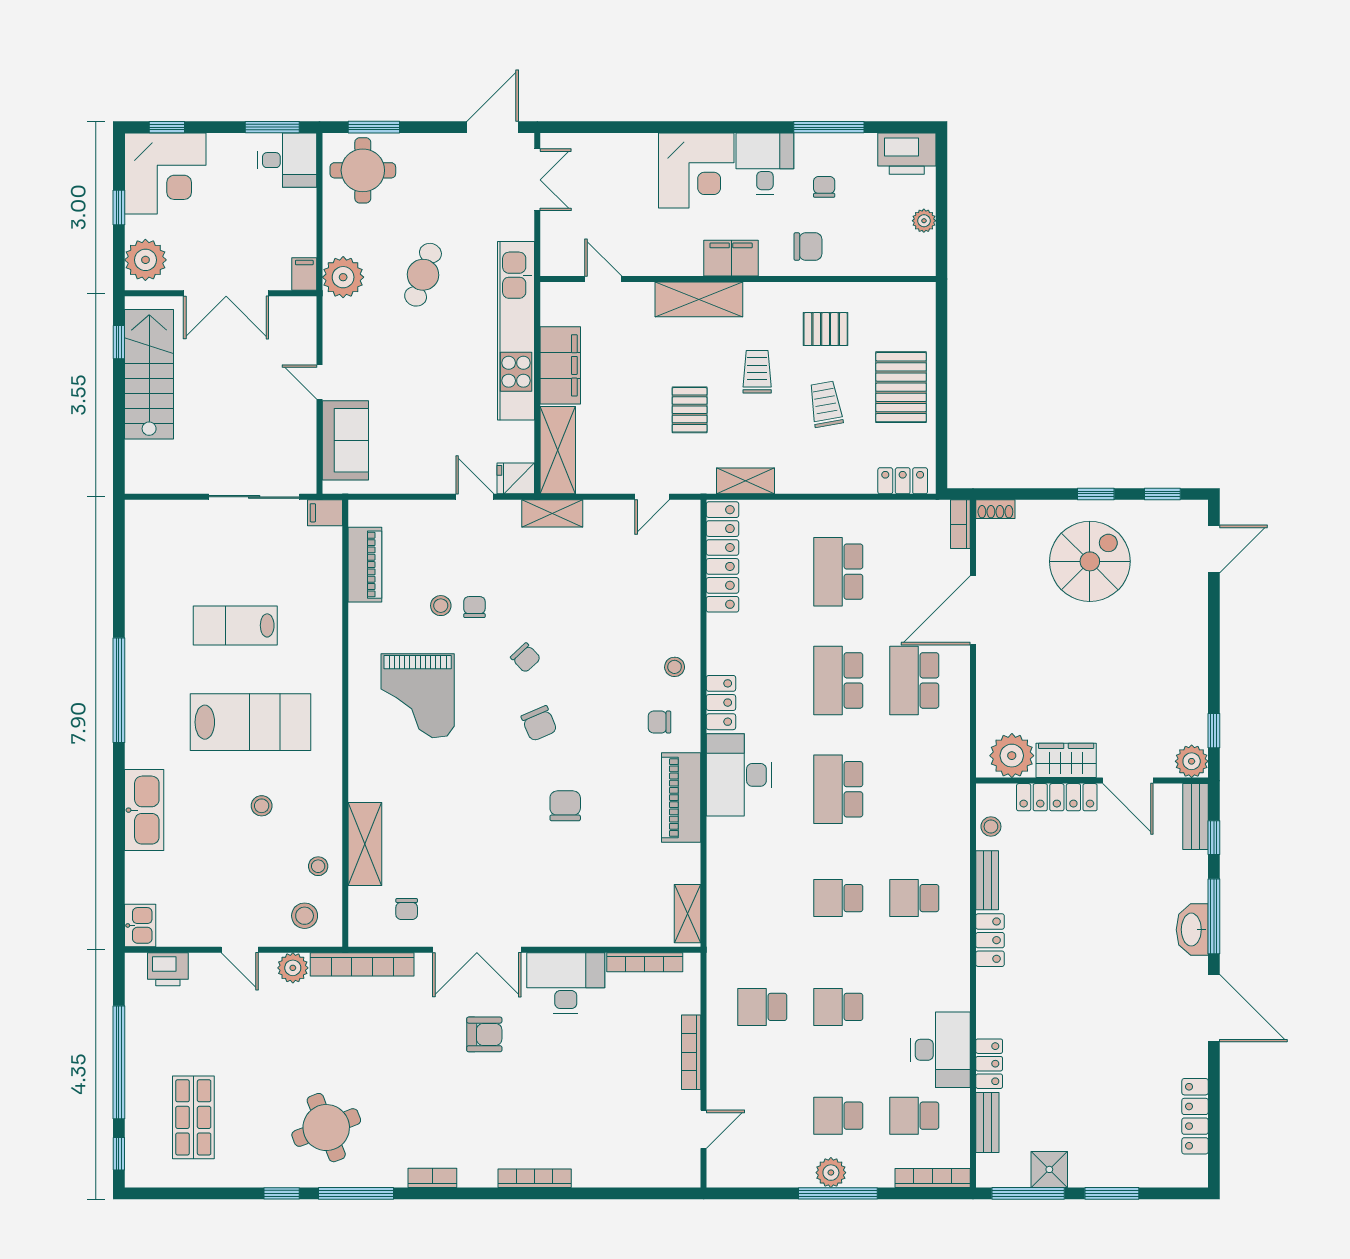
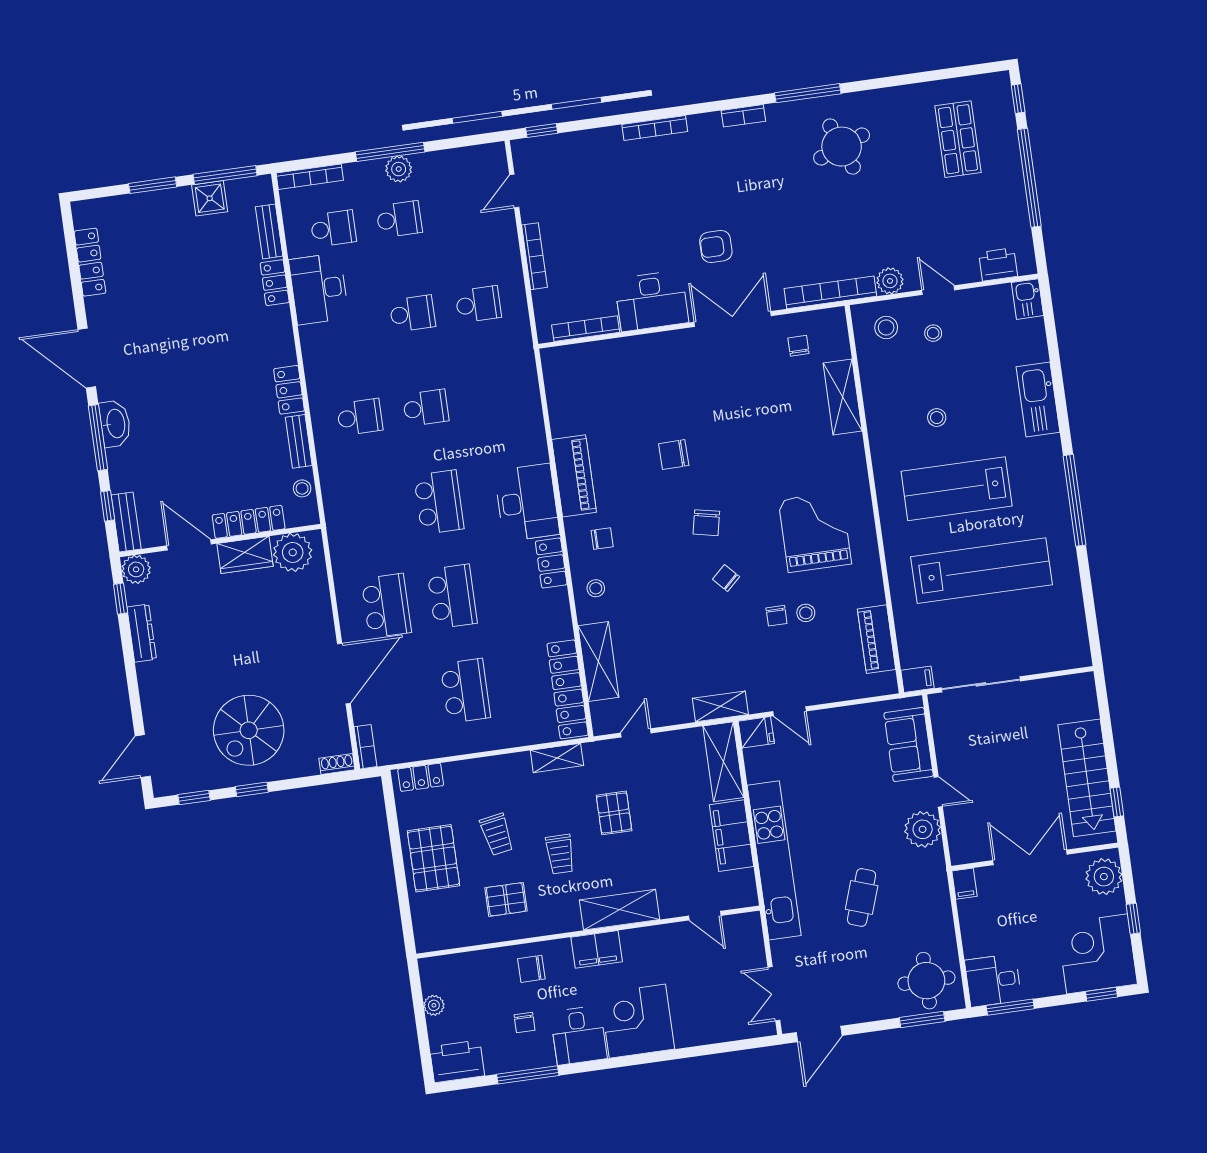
plant: (343, 277) -> (923, 829), moved
lab bench: (235, 625) -> (981, 571), width x1.86, depth x1.39
dresser: (1195, 688) -> (142, 633), added
chair: (539, 723) -> (706, 523), turned -145
chair: (565, 806) -> (674, 455), turned 89
stool: (318, 866) -> (933, 333), moved
shelving: (688, 914) -> (598, 662), moved, width x1.50, depth x1.33
window: (282, 1193) -> (542, 131), moved

